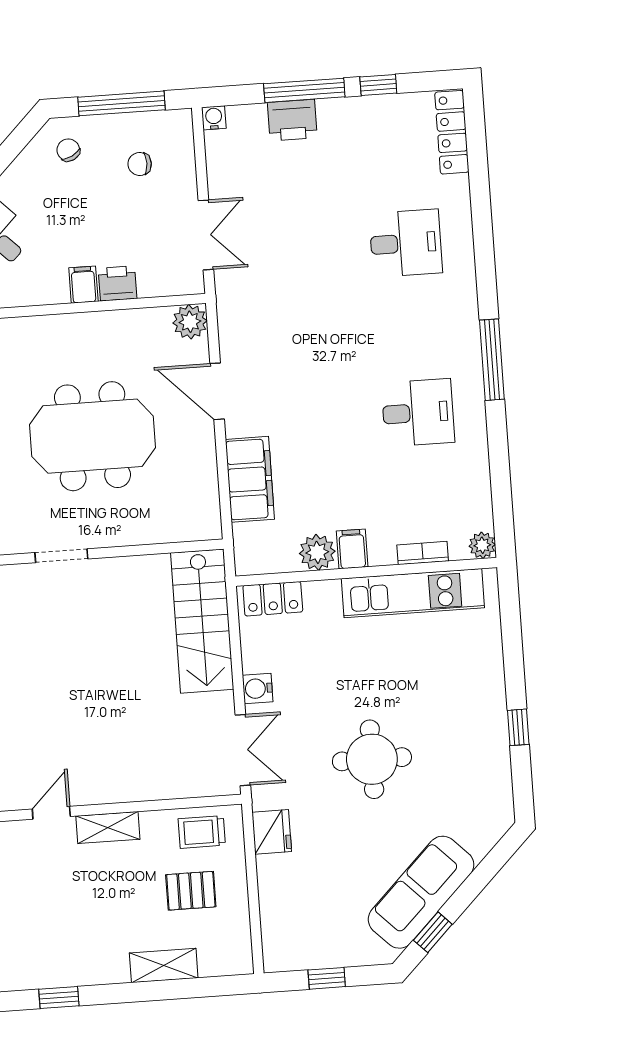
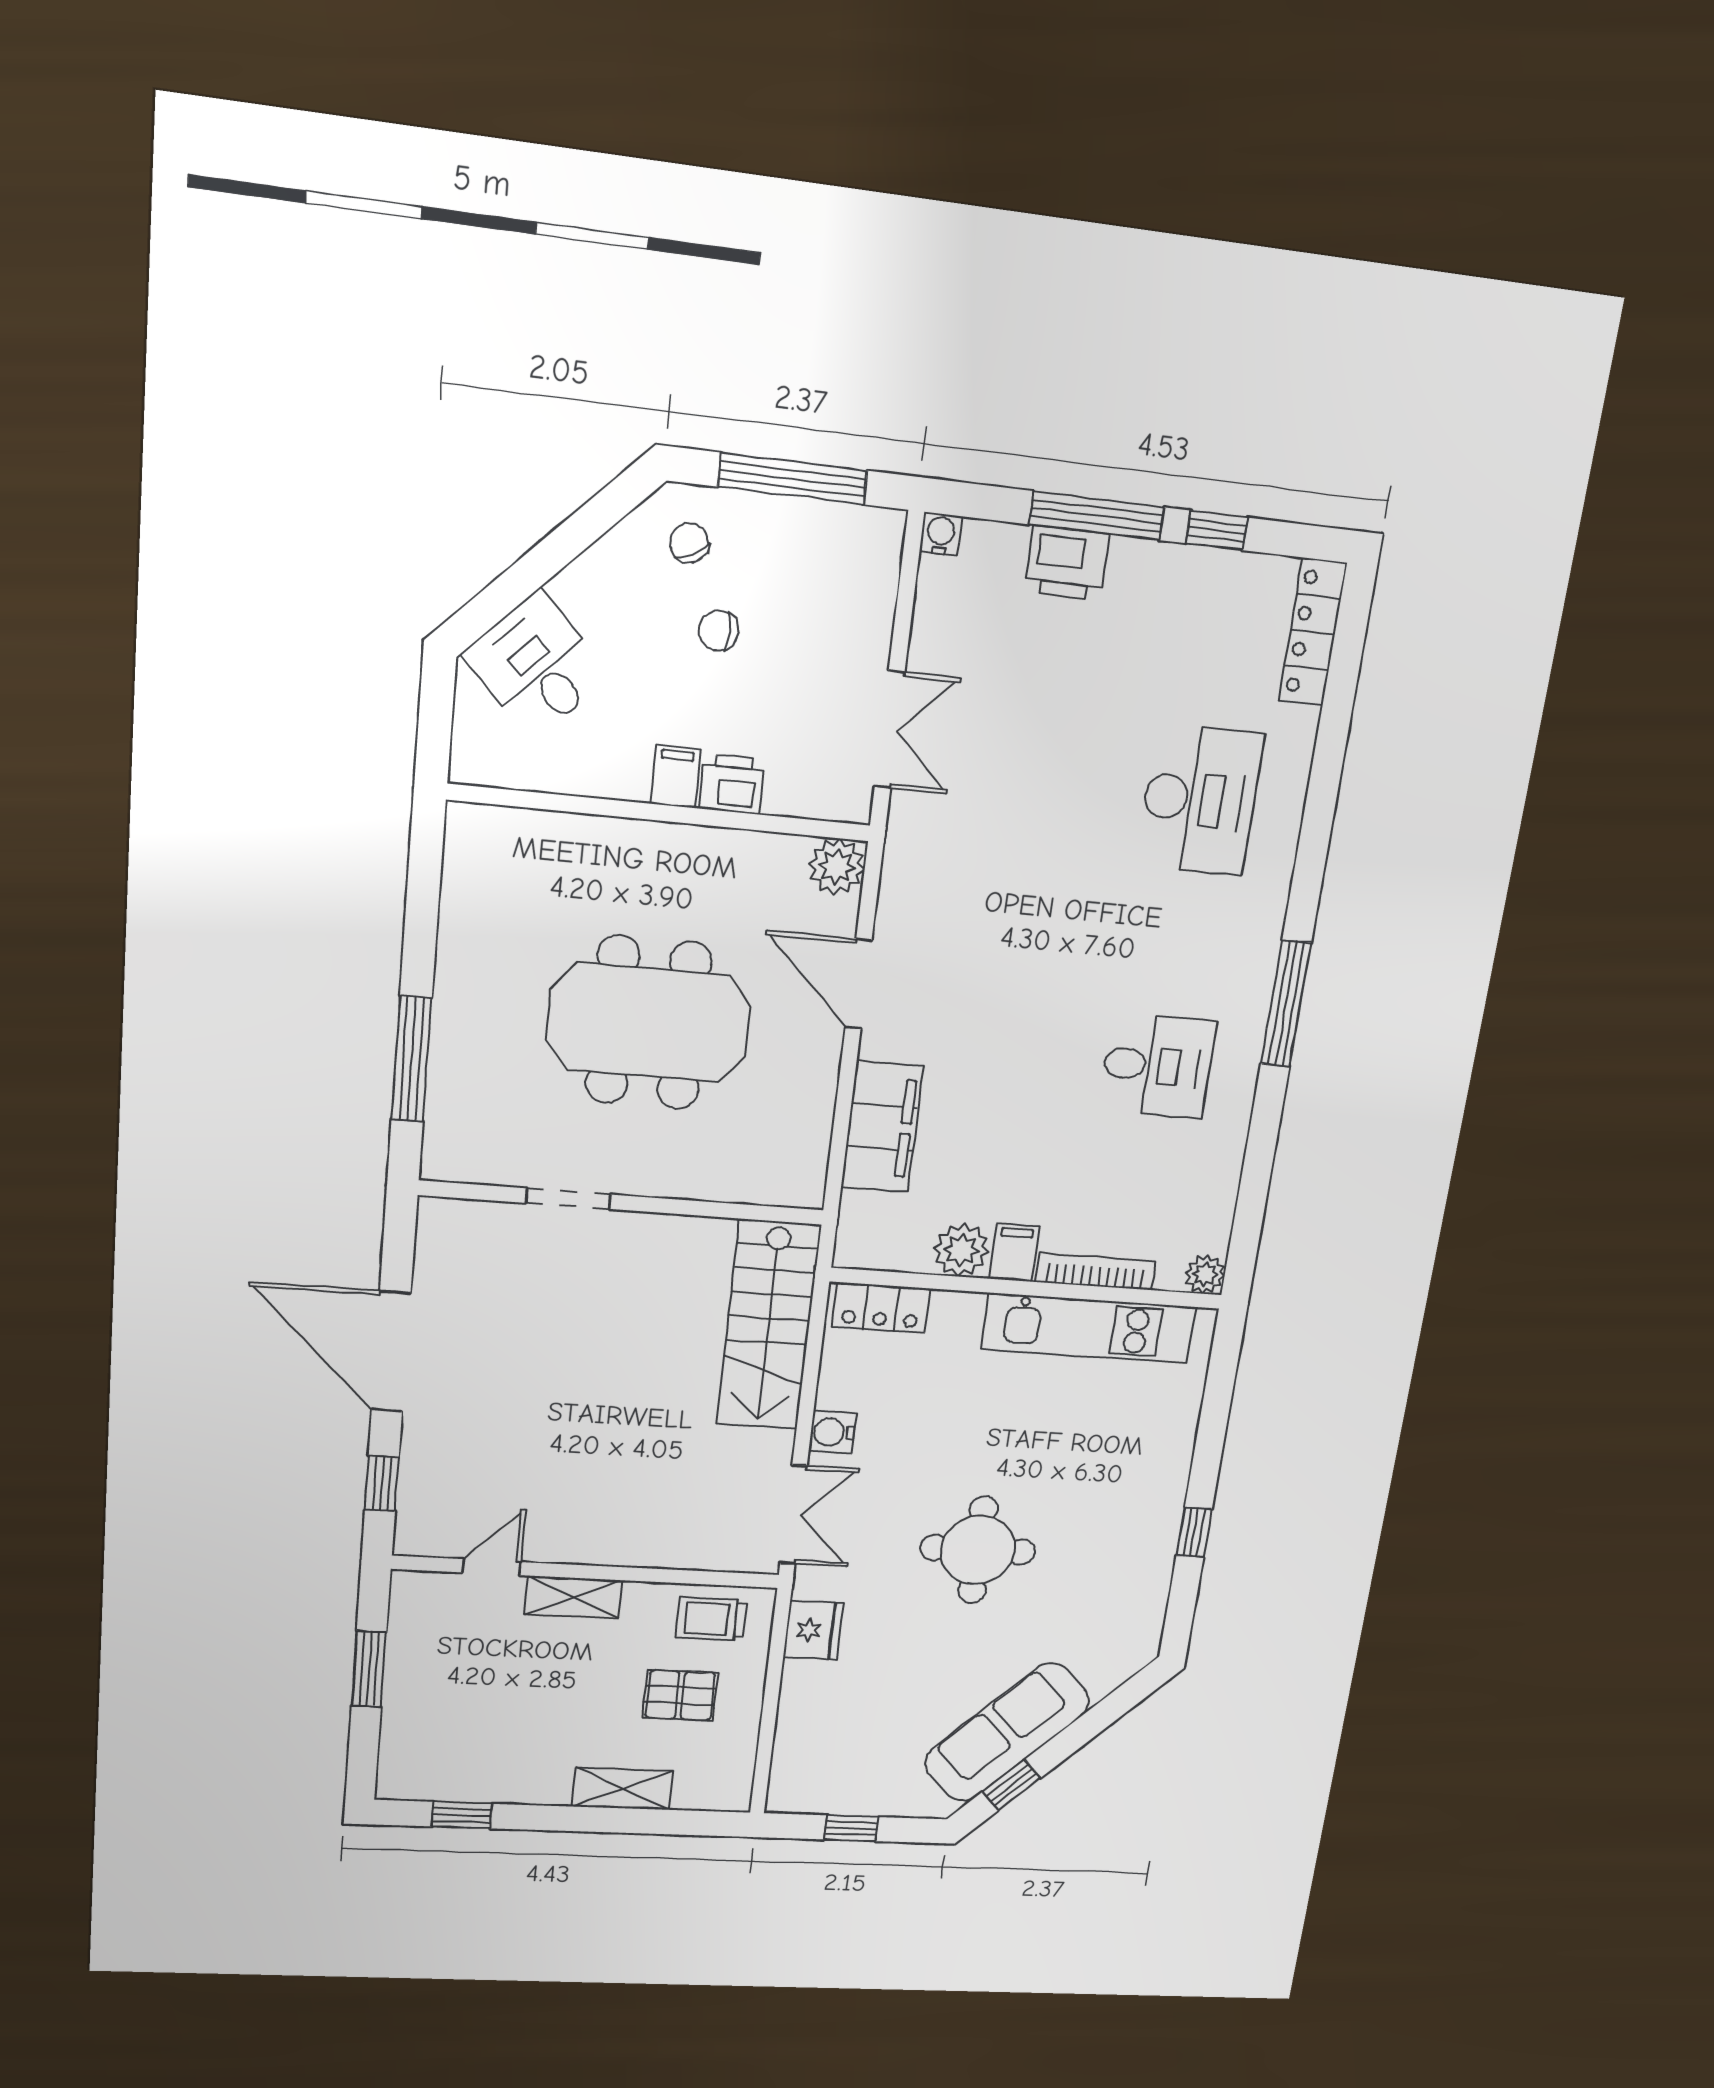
chair: (140, 164) -> (718, 631), moved
desk: (406, 243) -> (1200, 800), width x1.37
bookcase: (423, 553) -> (1096, 1272), width x1.56

